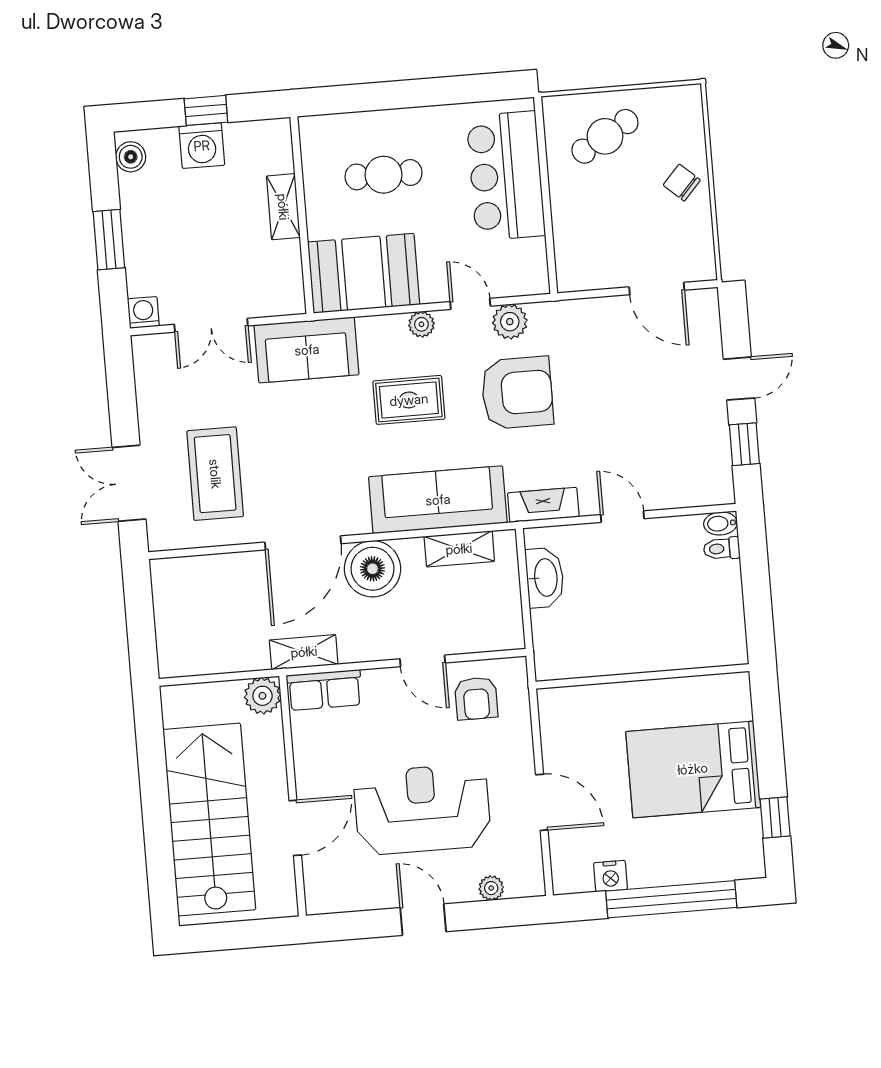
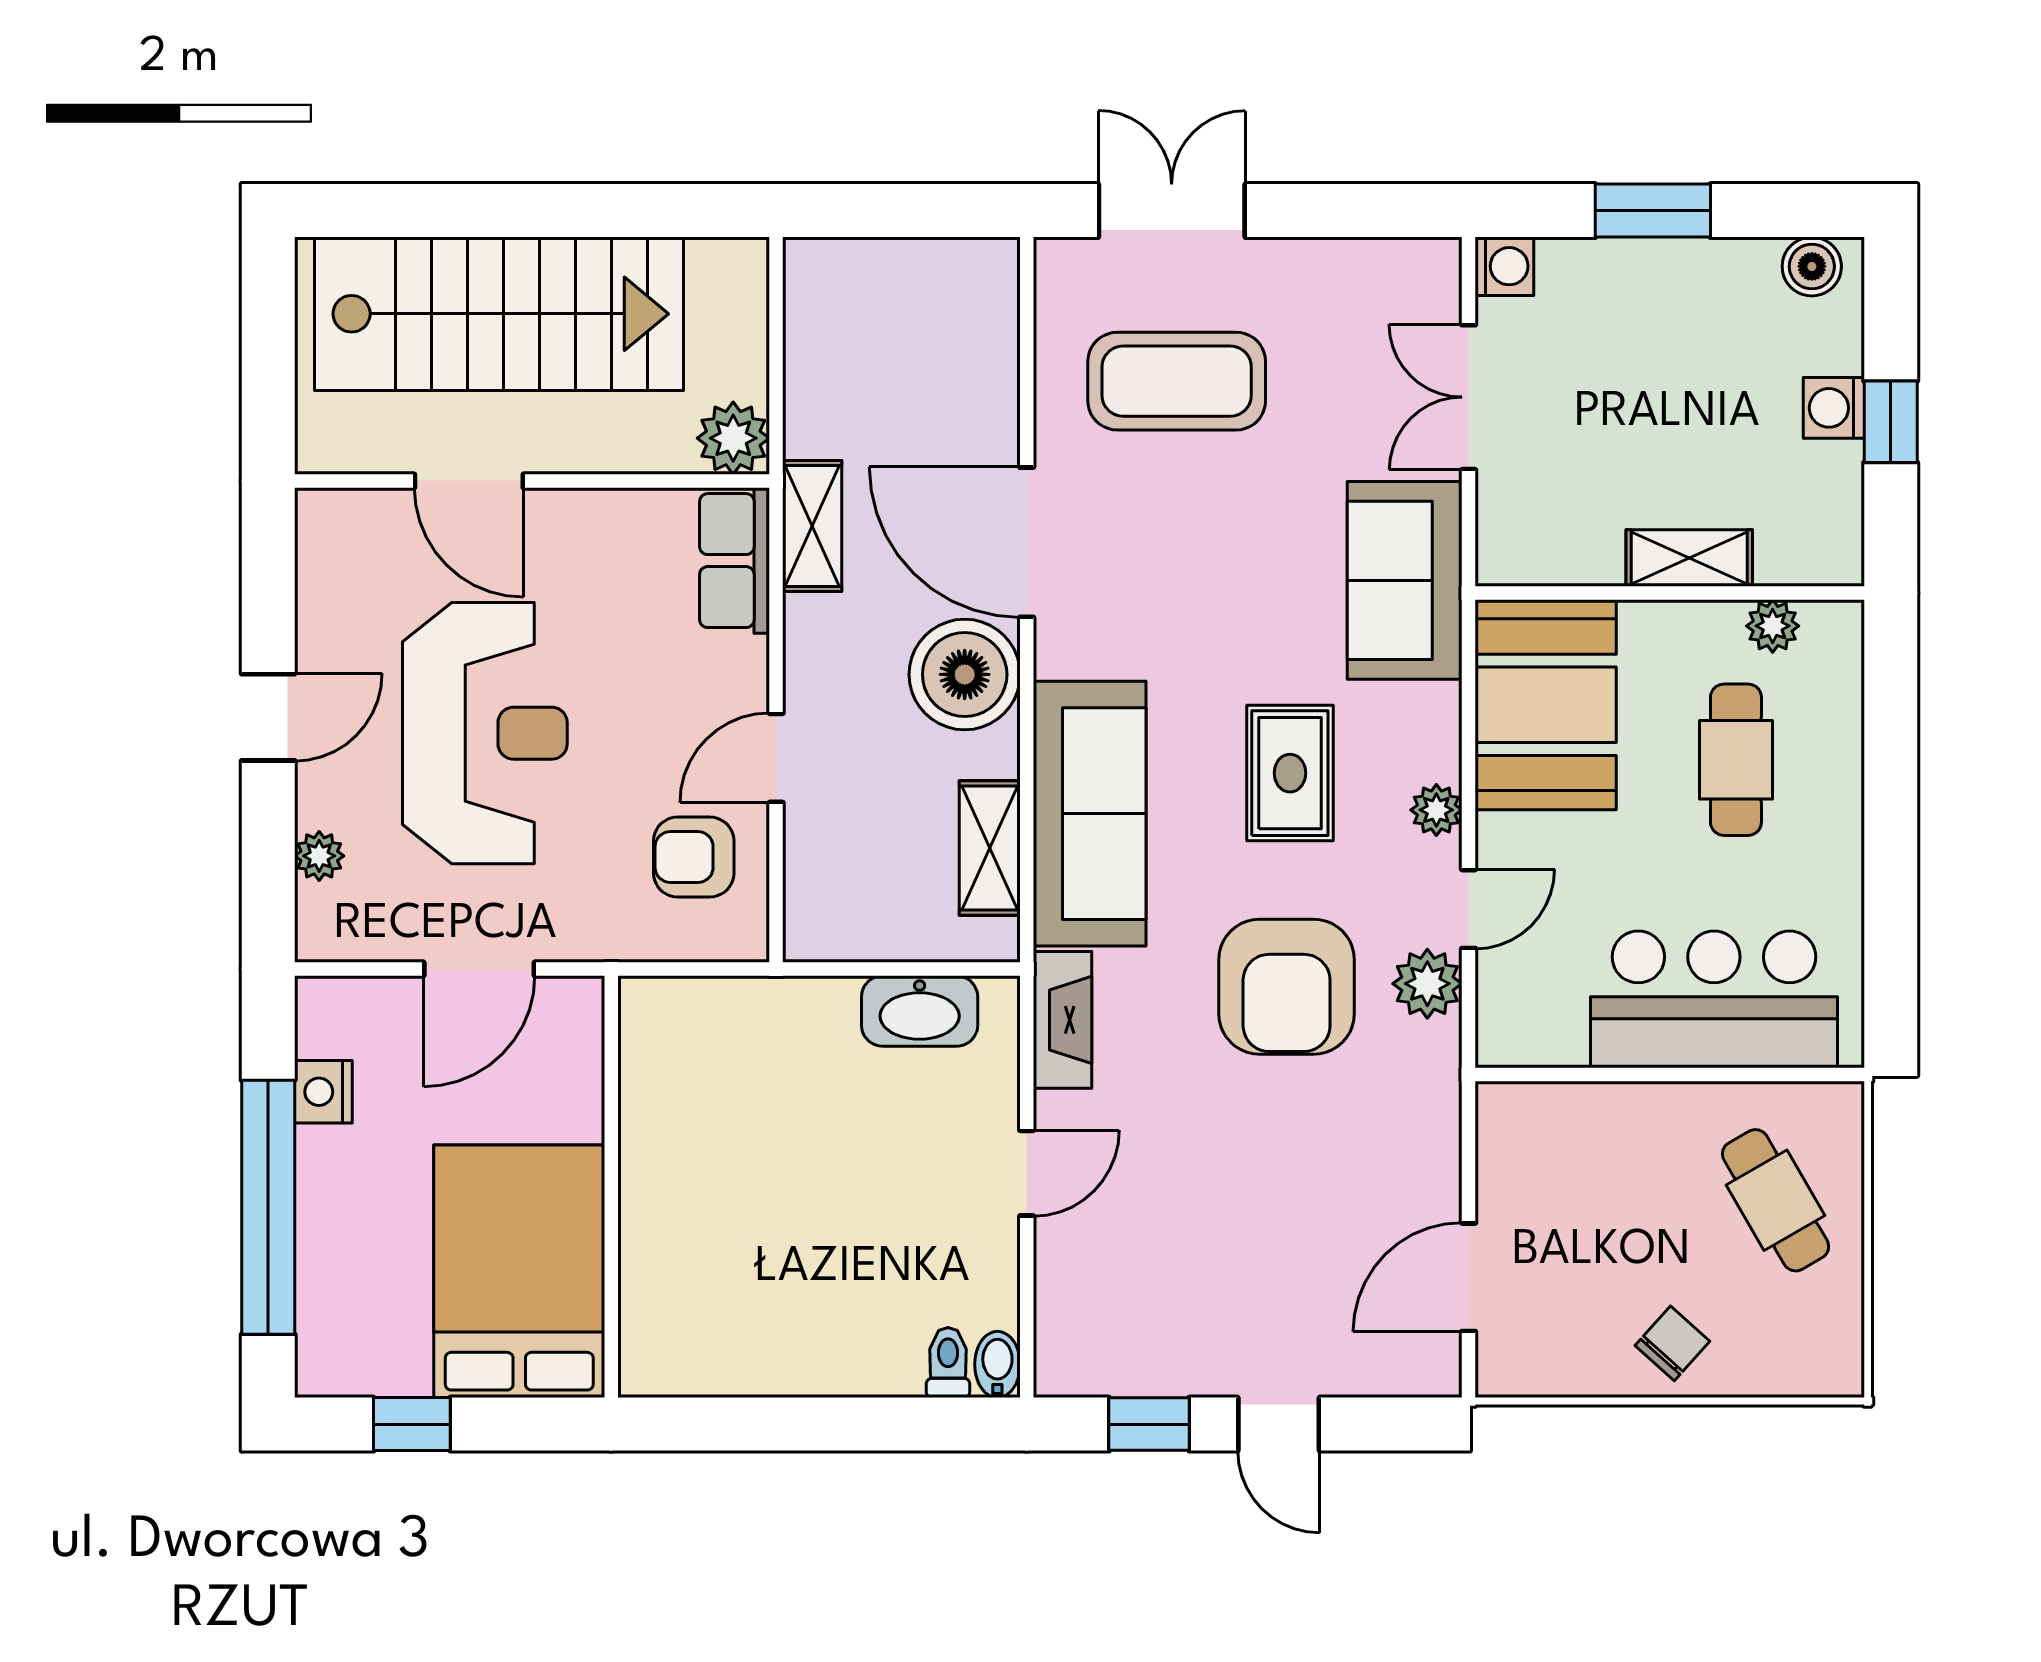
washing machine: (202, 146) -> (1834, 408), width x0.73, depth x0.73
plant: (314, 162) -> (1773, 626), added
wall: (642, 676) -> (611, 1187), moved

